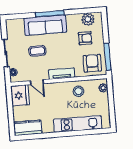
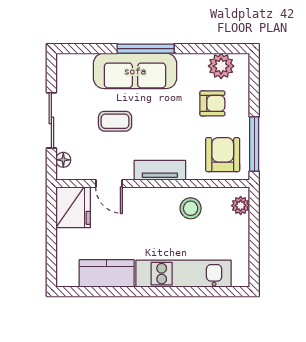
kitchen counter: (28, 128) -> (107, 273), moved

